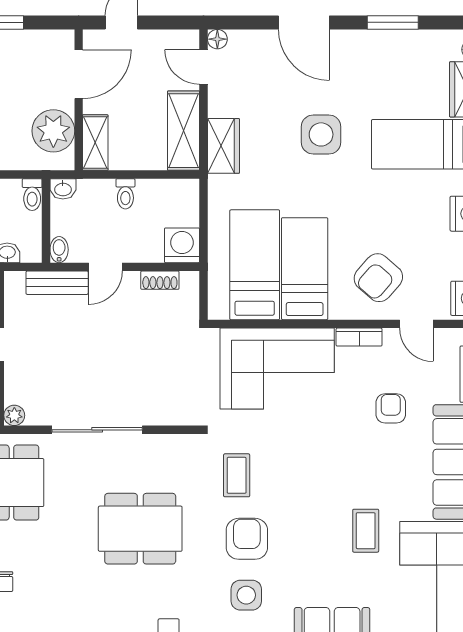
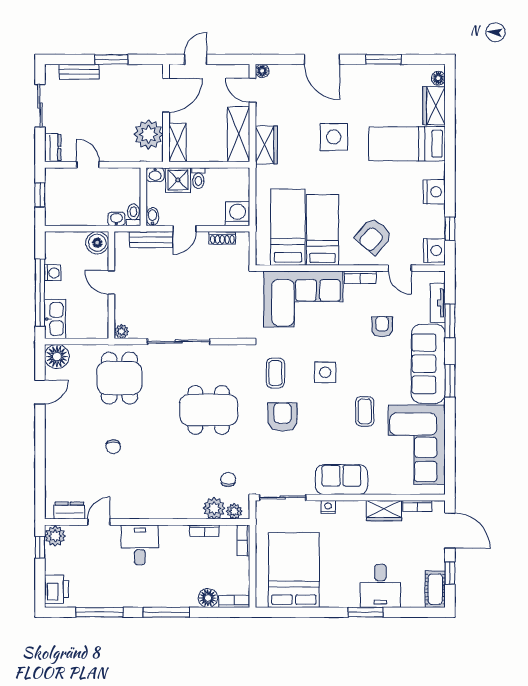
toilet: (32, 195) -> (133, 215), moved, turned 180
shower: (96, 197) -> (178, 180), added
side table: (246, 595) -> (325, 372), moved

